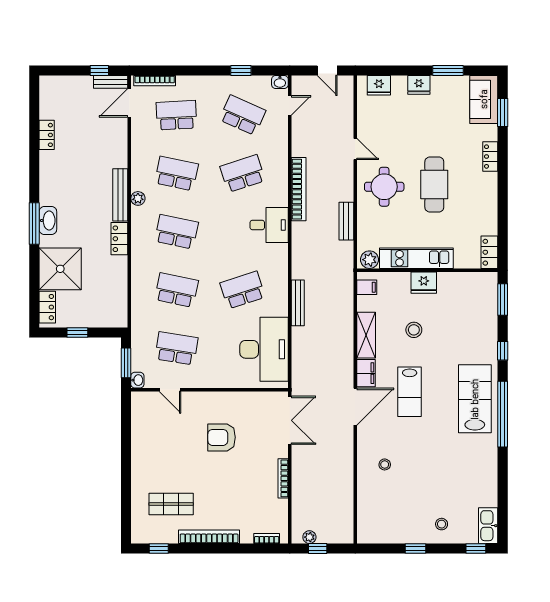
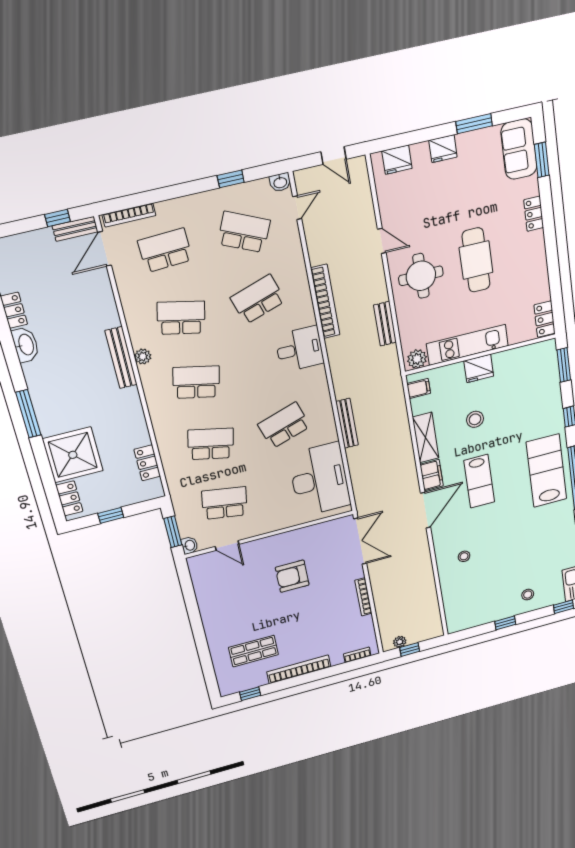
washbasin: (48, 220) -> (26, 345), moved
locker: (119, 239) -> (147, 463), moved

